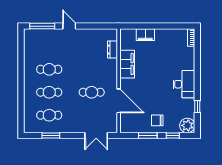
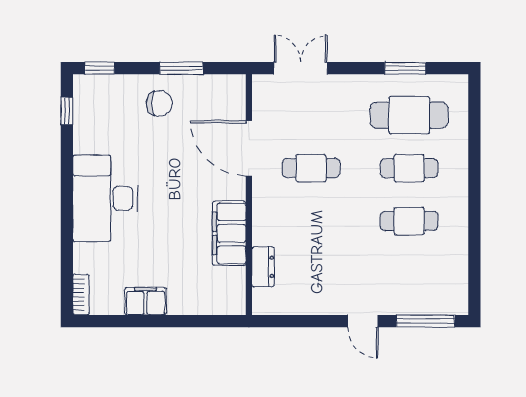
filing cabinet: (145, 35) -> (146, 301), moved
desk: (184, 84) -> (105, 198), width x1.36, depth x1.30
window: (197, 106) -> (67, 111), moved
cafe table: (49, 115) -> (409, 115), width x1.37, depth x1.35
plant: (187, 125) -> (90, 91), removed
window: (173, 136) -> (100, 68), moved

